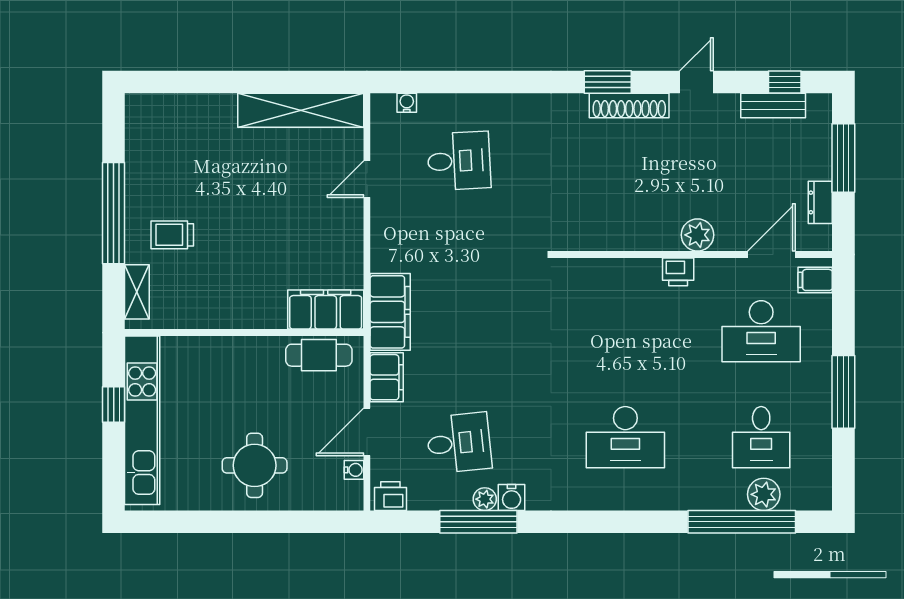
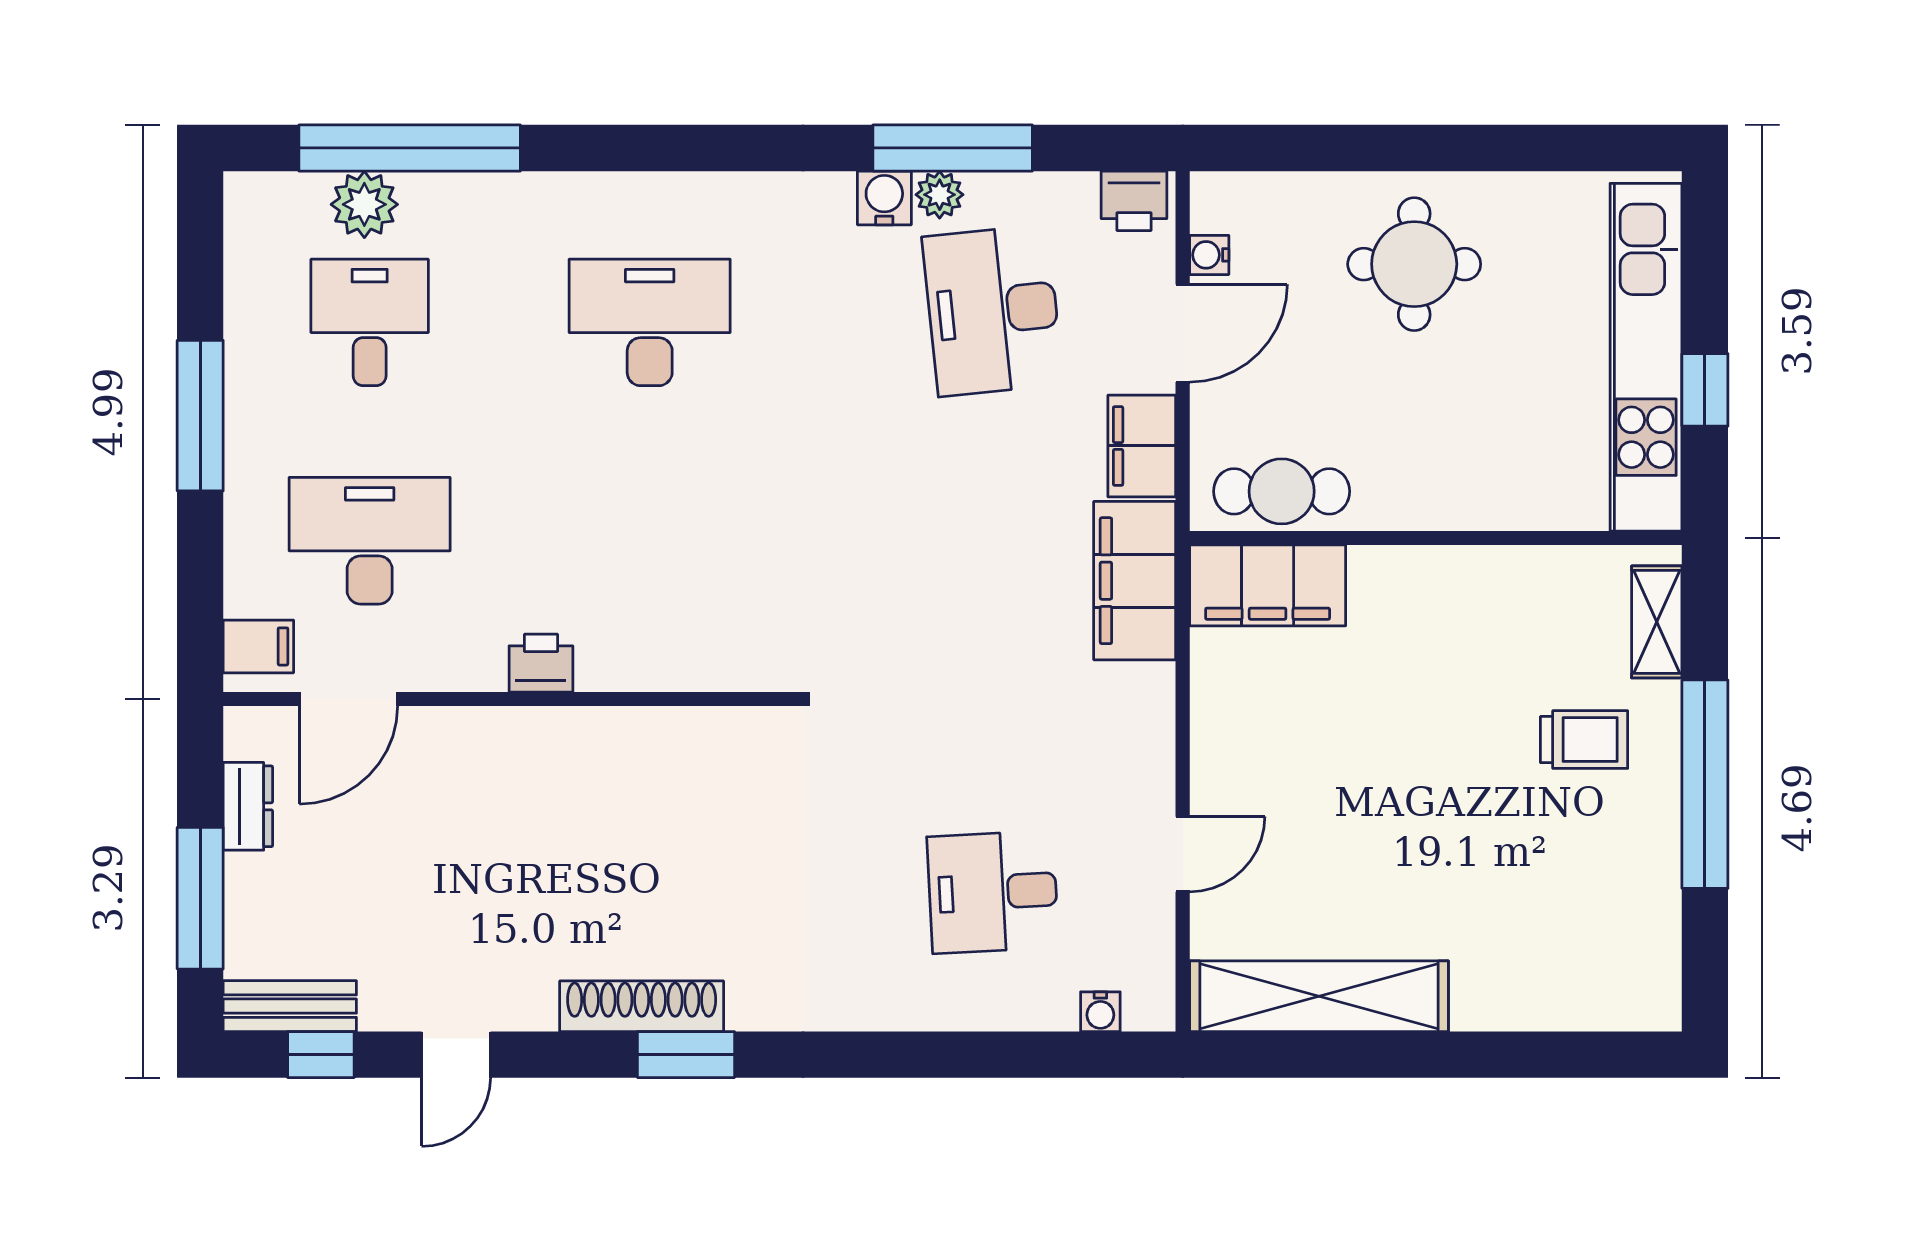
door: (696, 82) -> (456, 1055), moved
bench: (773, 106) -> (290, 1006), moved
plant: (697, 235) -> (501, 739), removed
desk: (459, 443) -> (993, 310), width x1.37

